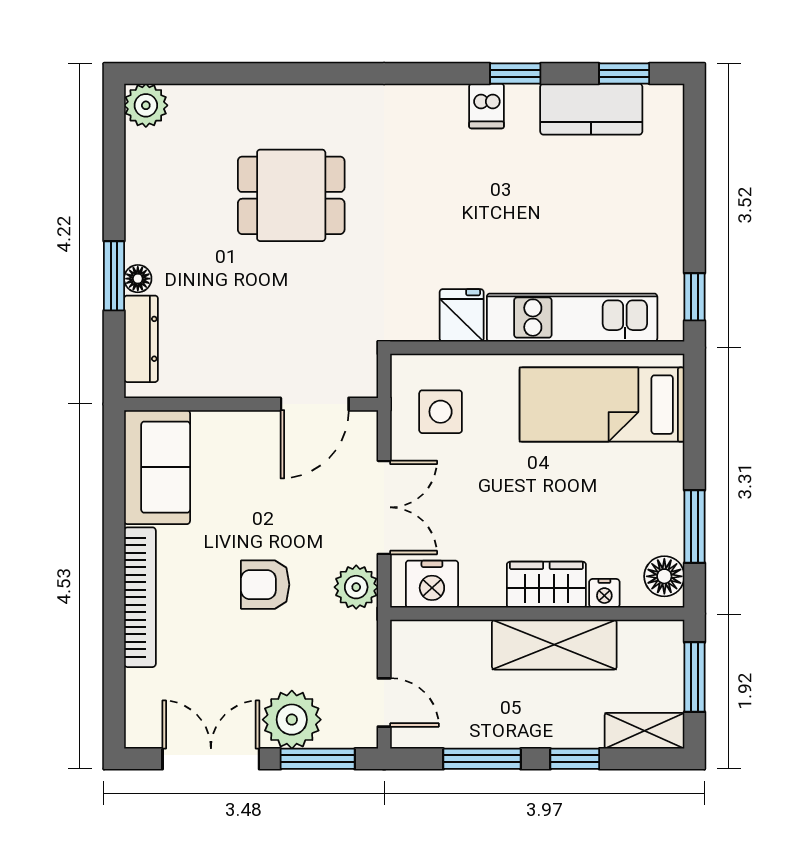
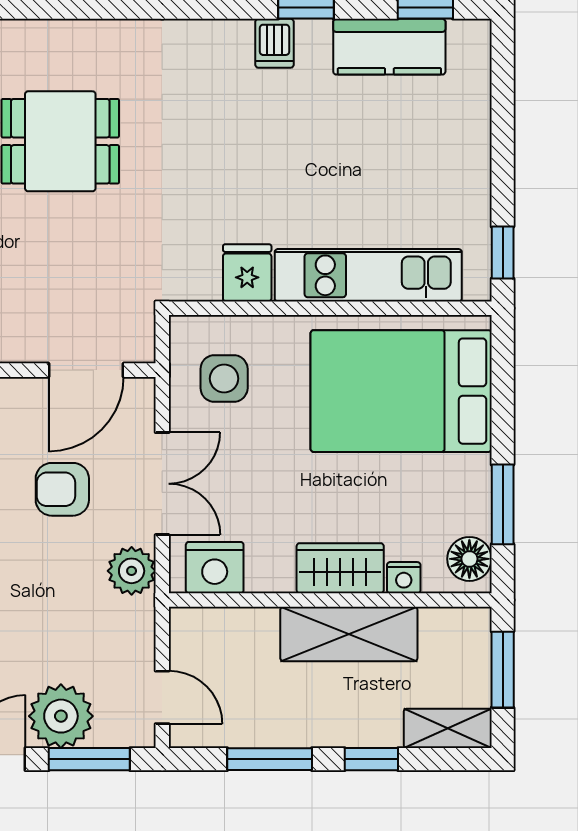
bed: (602, 405) -> (401, 391), width x1.50
armchair: (265, 585) -> (62, 489), moved

